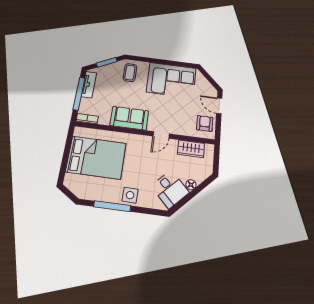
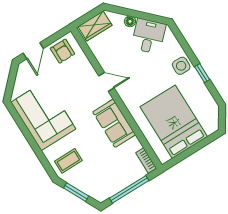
tv unit: (89, 85) -> (113, 188), removed
armchair: (205, 123) -> (62, 51), turned -90
wardrobe: (191, 149) -> (95, 26), moved, turned 90
window: (112, 206) -> (202, 73), width x0.46

